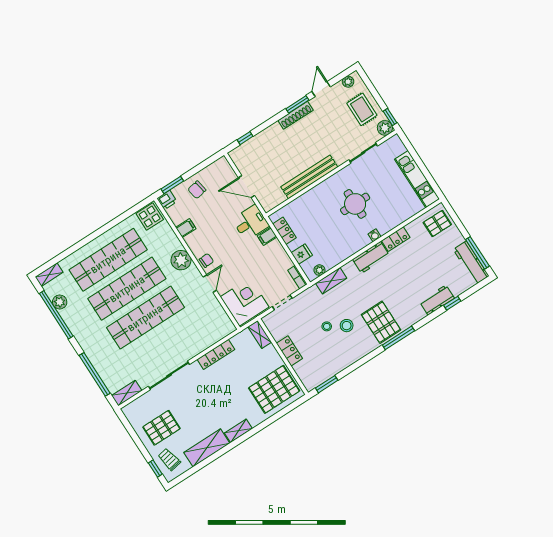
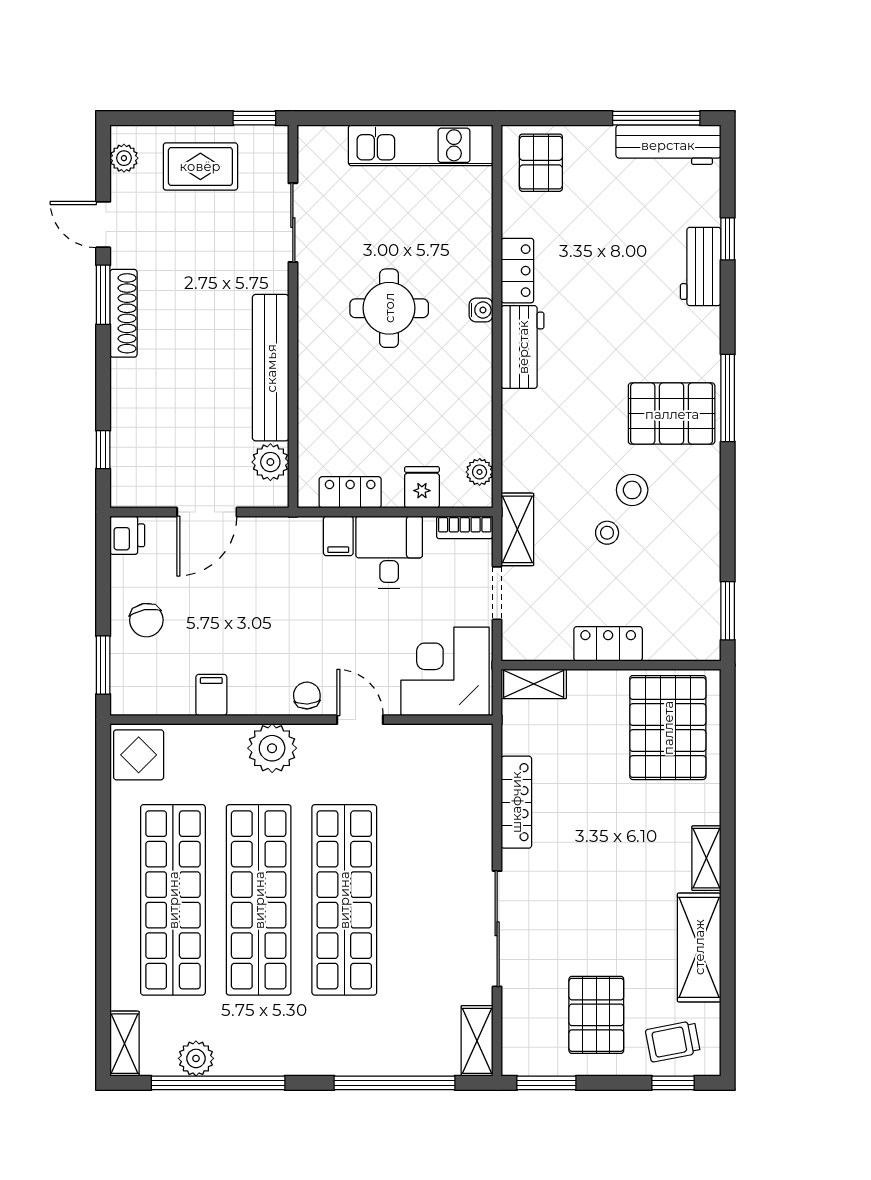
plant: (385, 128) -> (270, 462), moved
printer: (167, 200) -> (127, 535), moved
desk: (251, 223) -> (389, 552), moved
shelving: (331, 281) -> (517, 529), moved
window: (128, 426) -> (546, 1083), added

